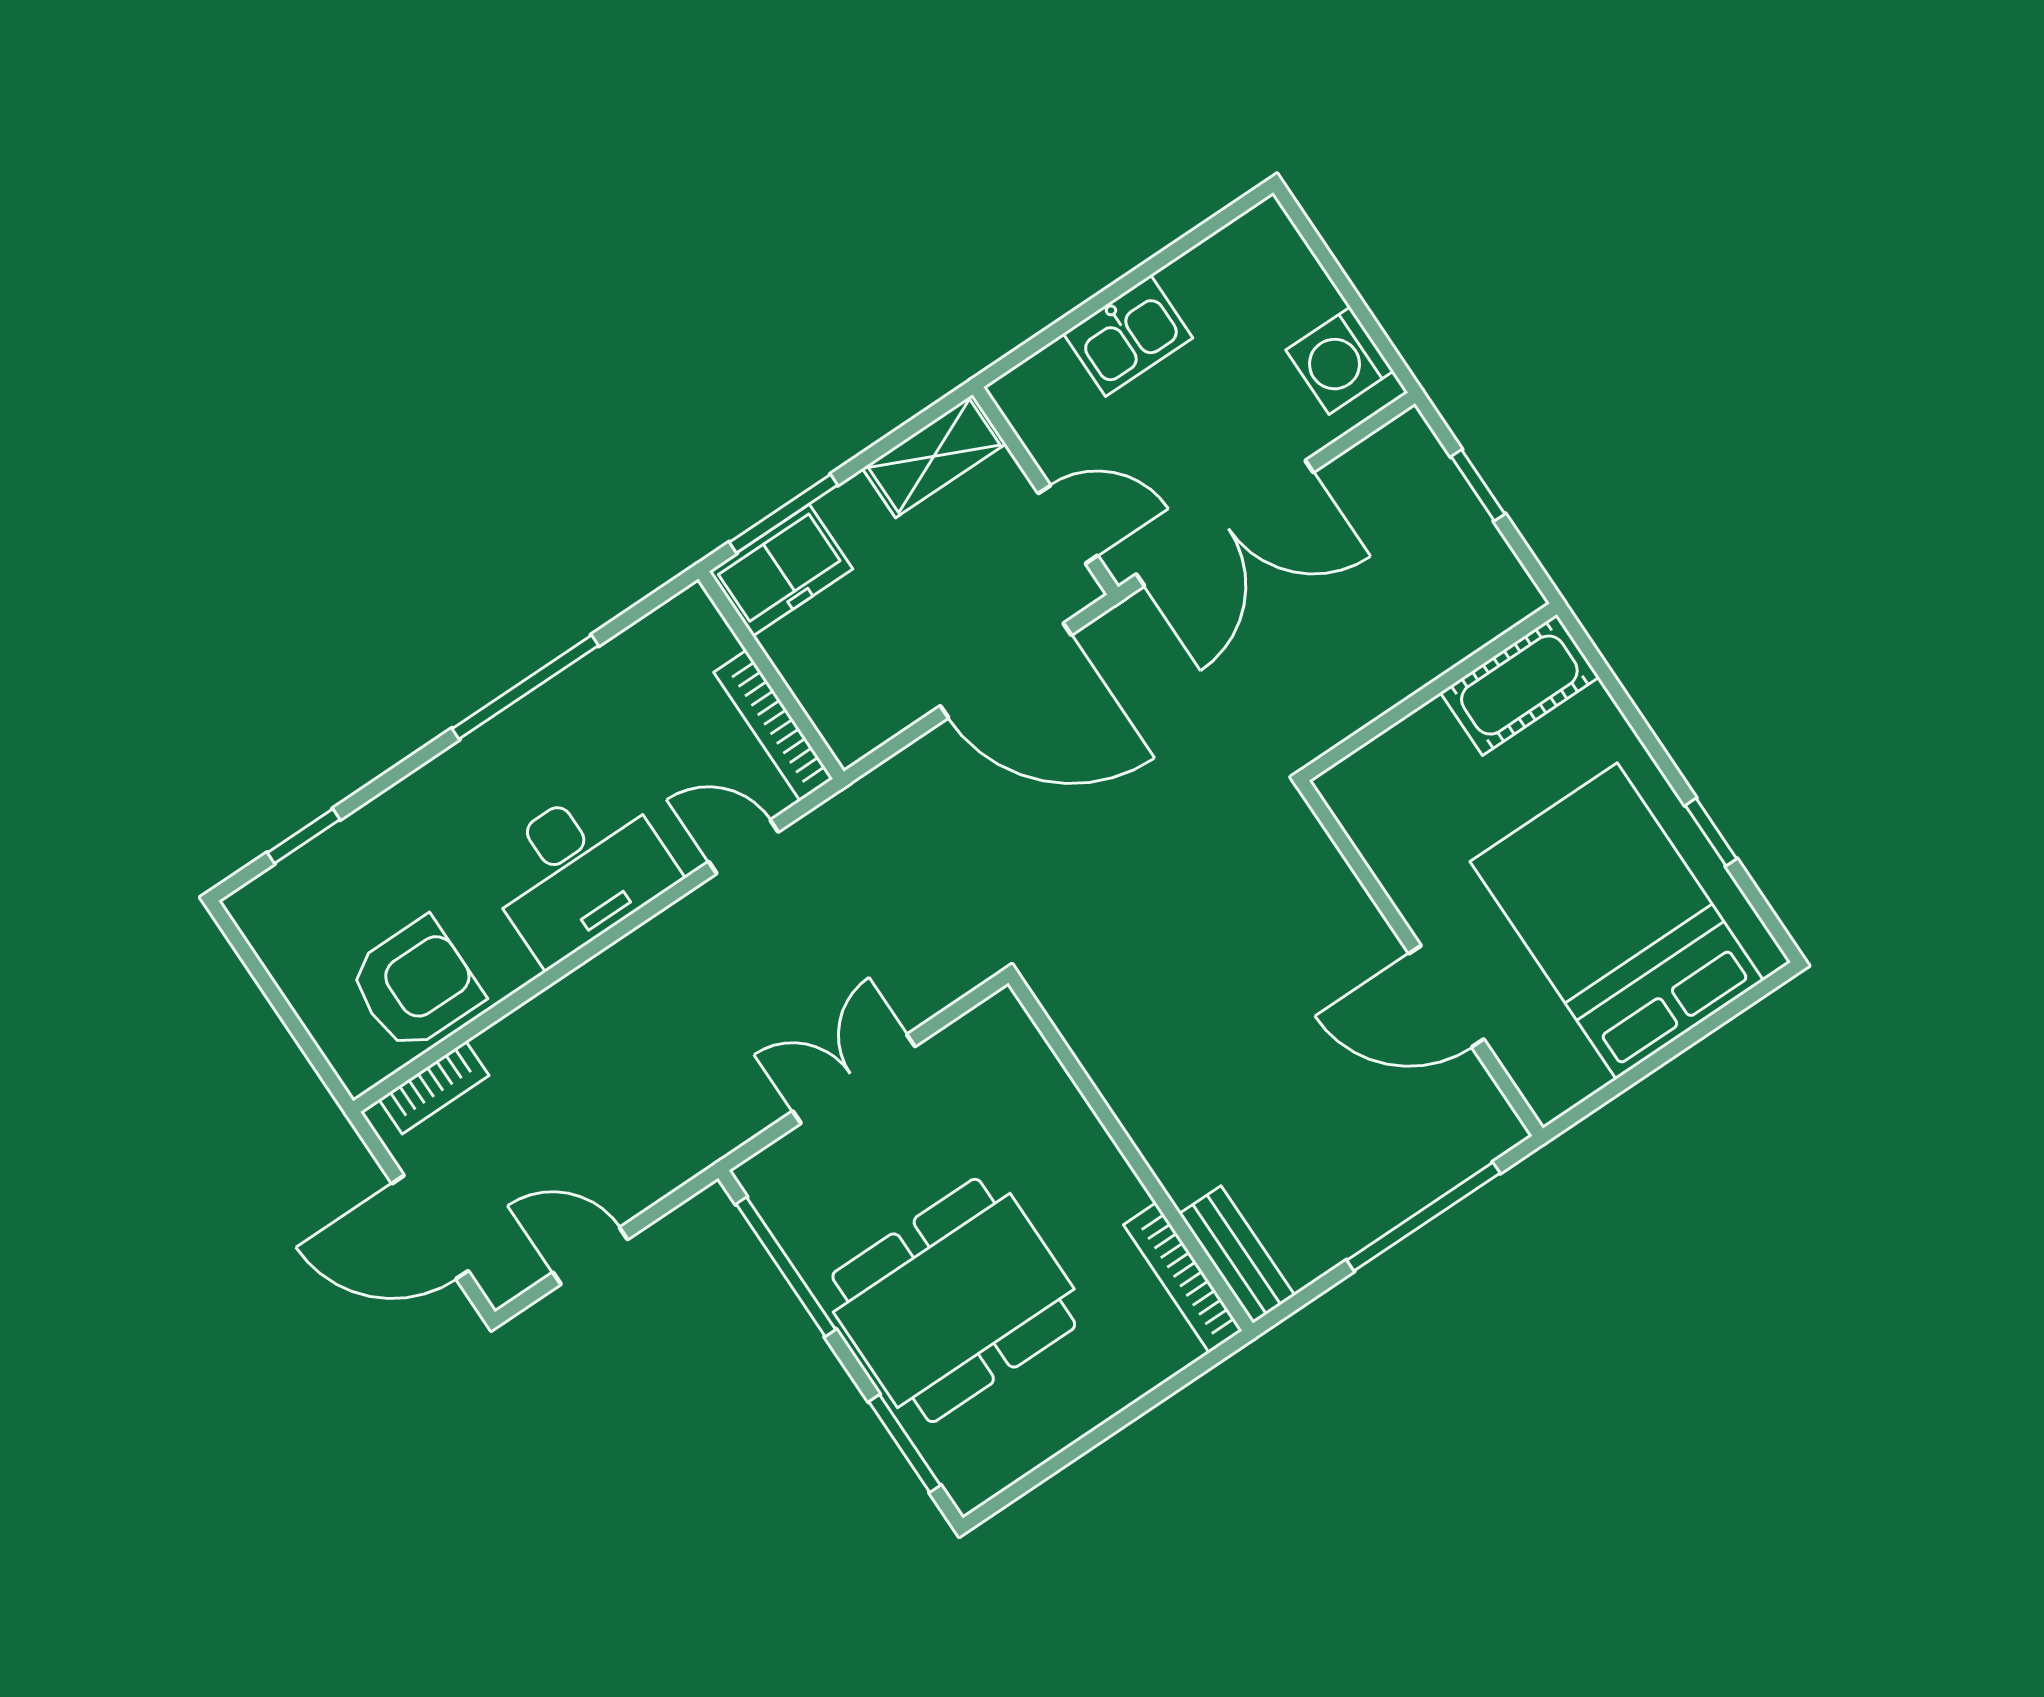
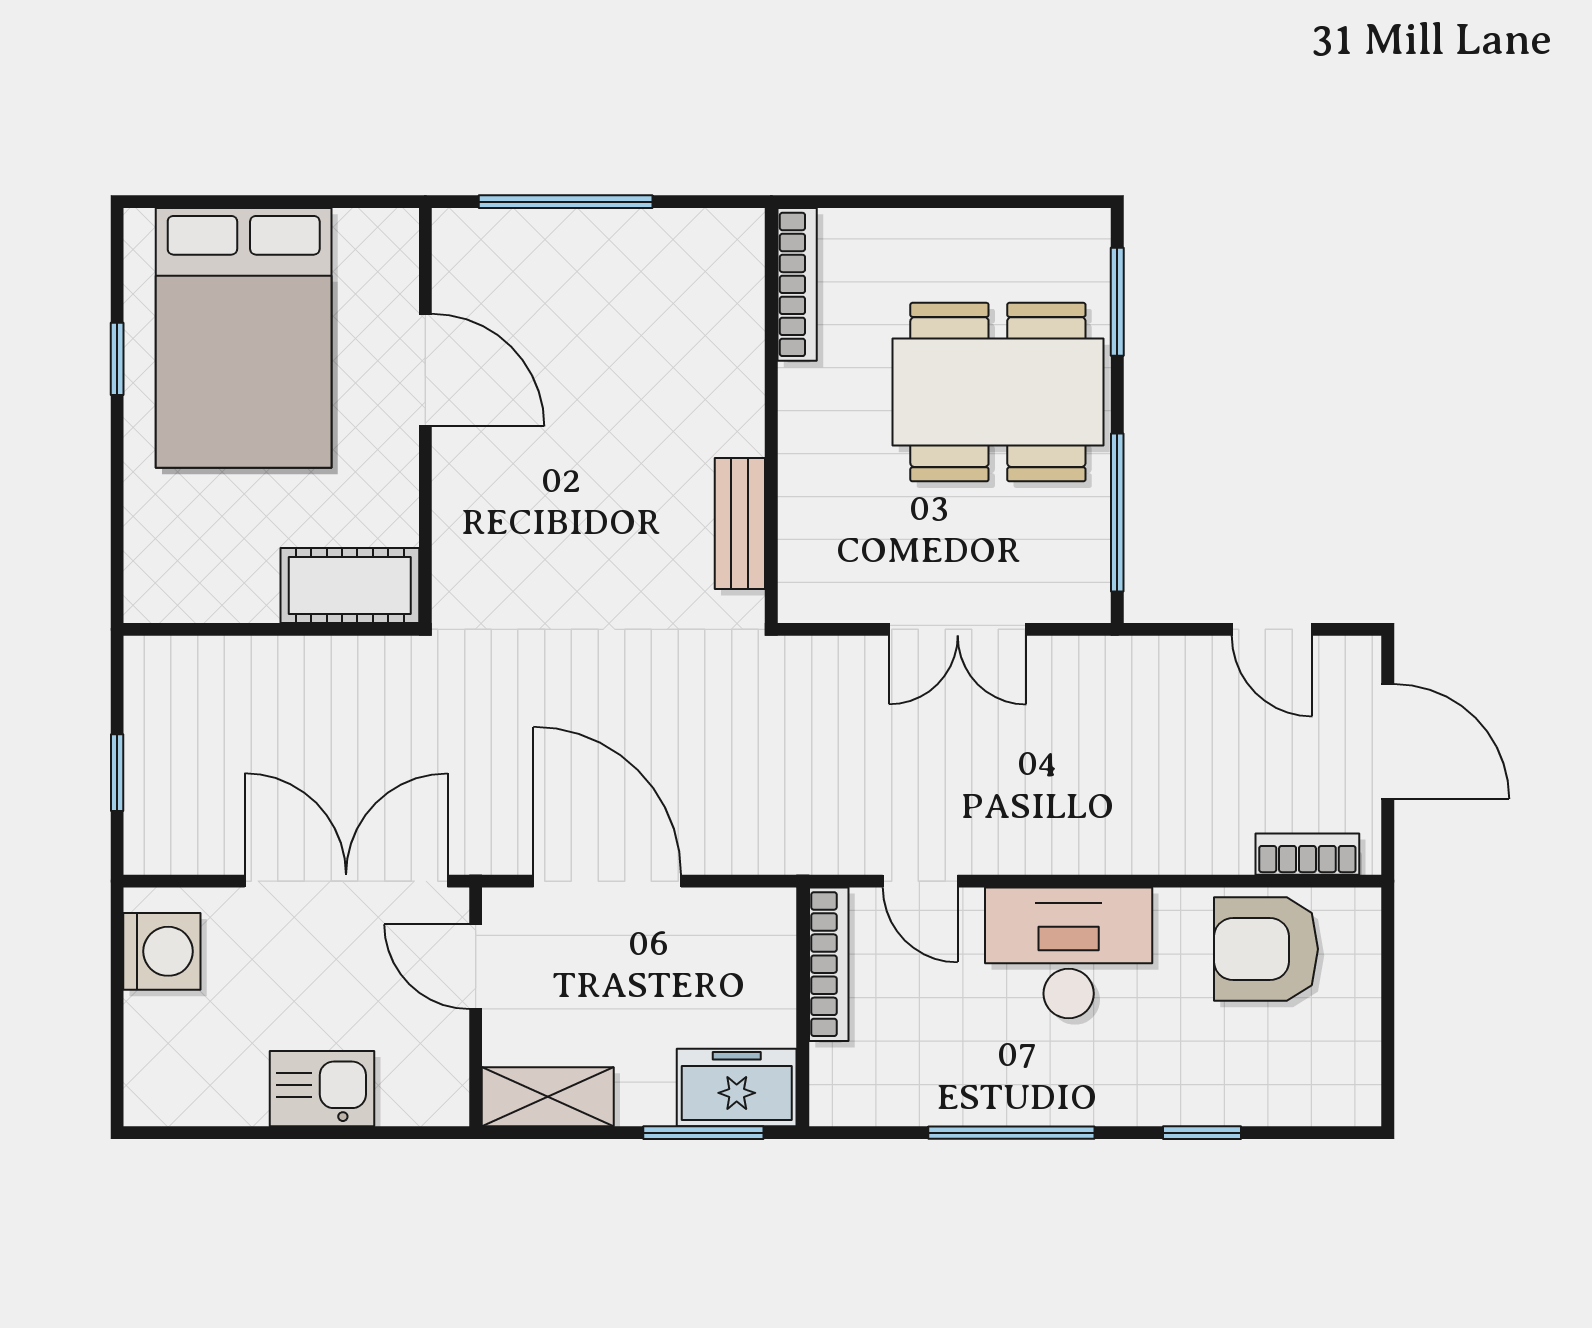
cot: (1519, 685) -> (350, 585), moved
window: (304, 836) -> (1202, 1133), moved
bench: (1237, 1255) -> (740, 523), moved

